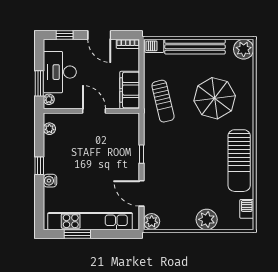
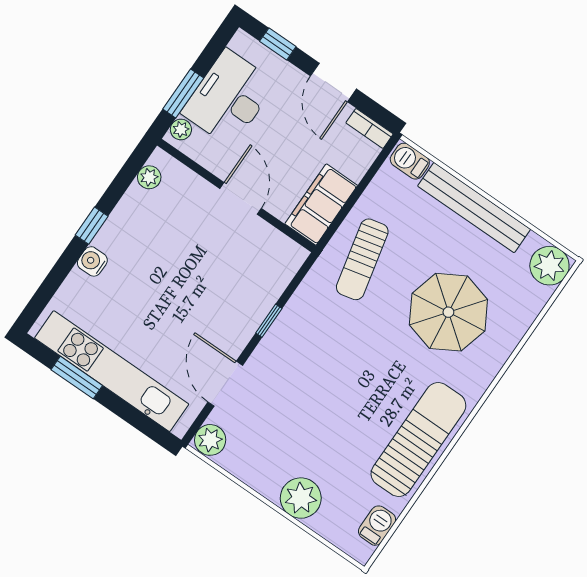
sun lounger: (239, 161) -> (418, 440), turned 180

